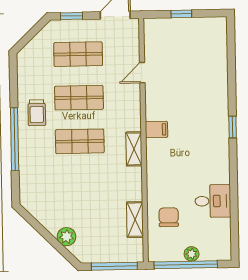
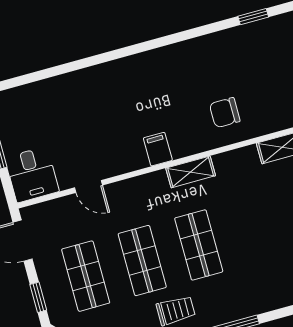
window: (233, 127) -> (253, 17), moved
desk: (213, 201) -> (32, 174), moved, turned 180
chair: (169, 217) -> (225, 113), moved

